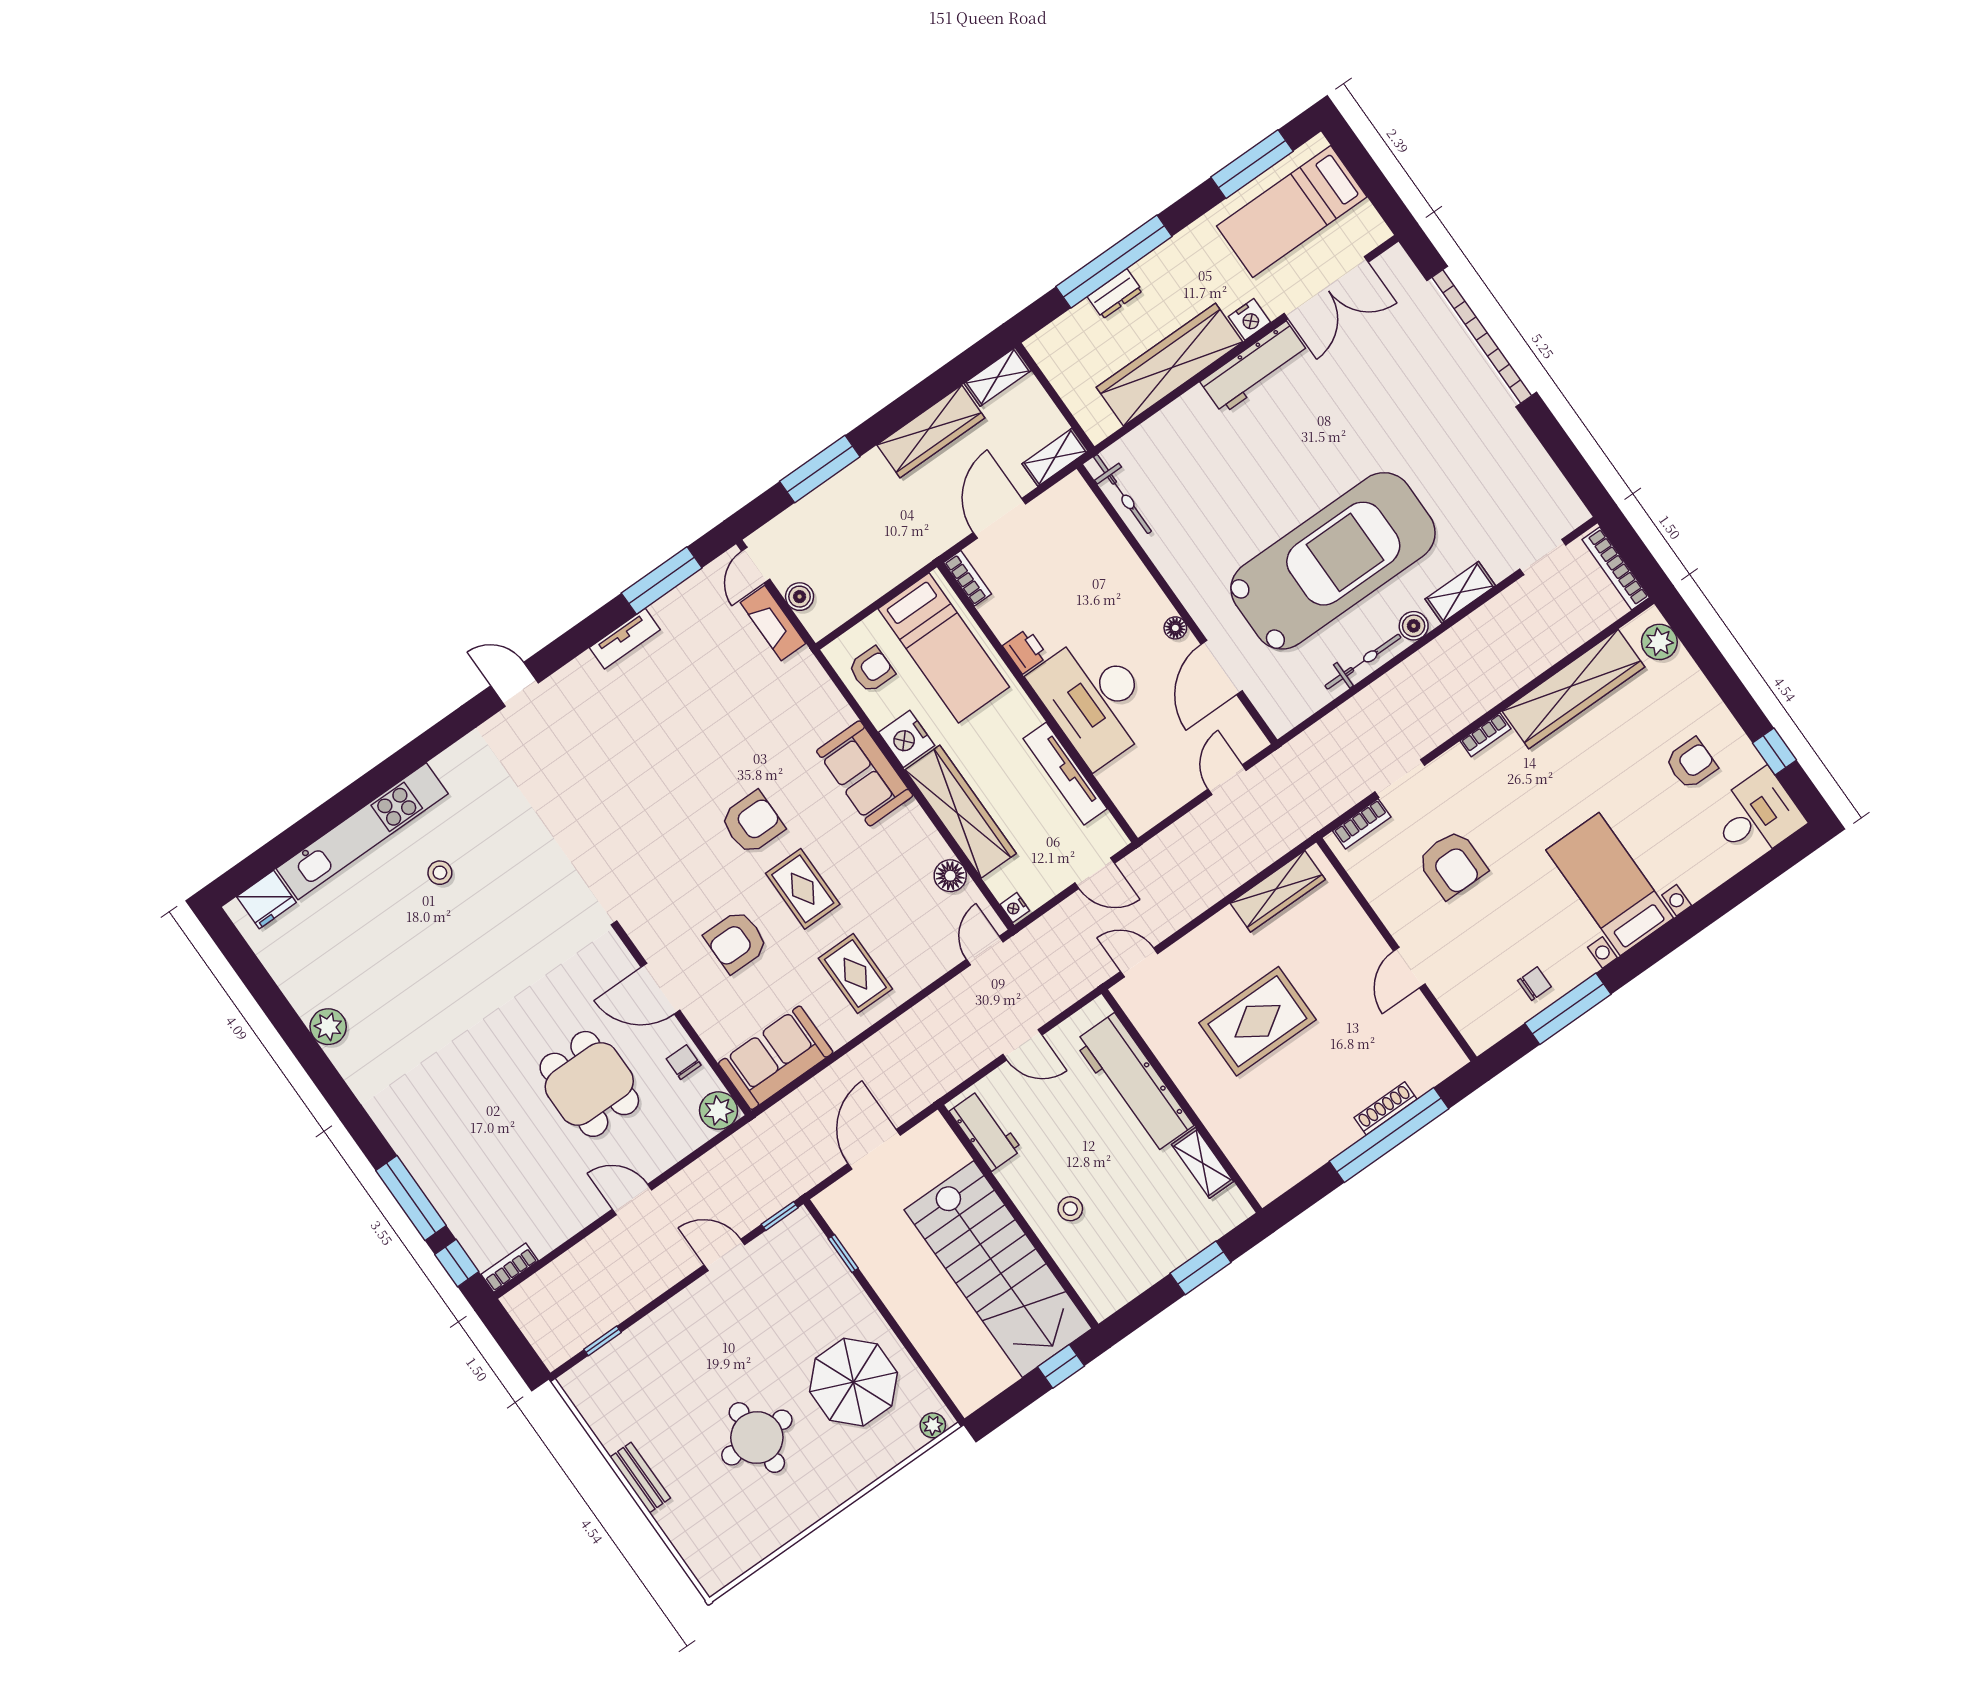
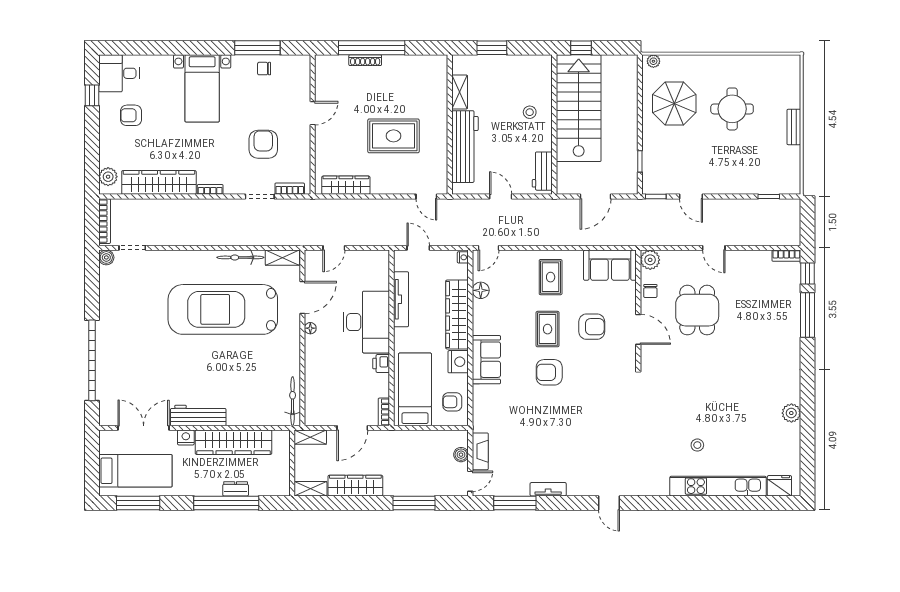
shelving: (1460, 592) -> (282, 258), moved
boiler: (1414, 626) -> (106, 257), moved

